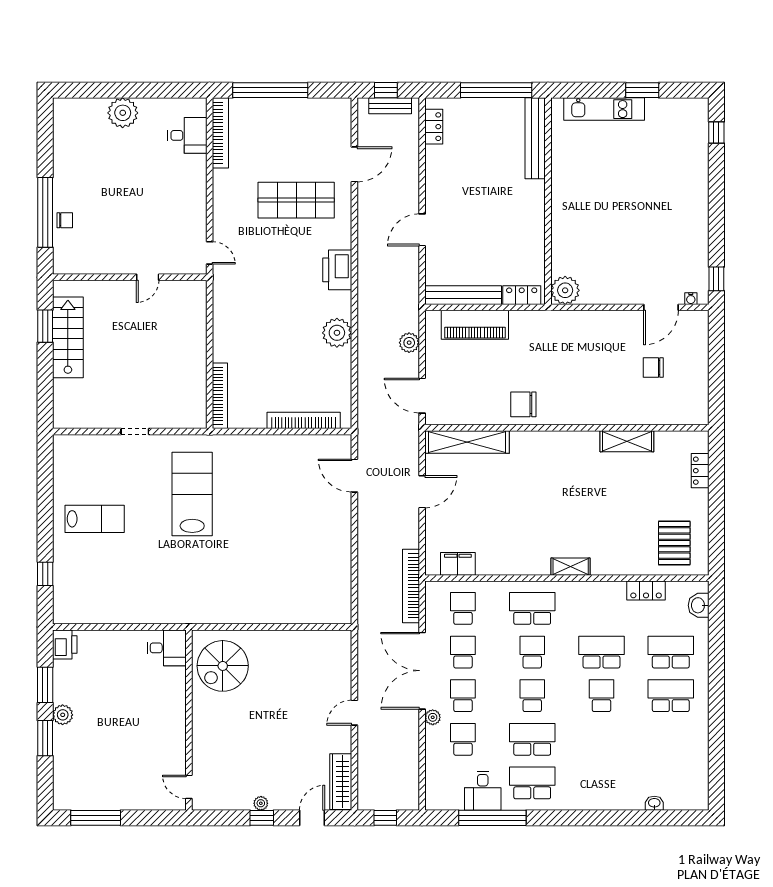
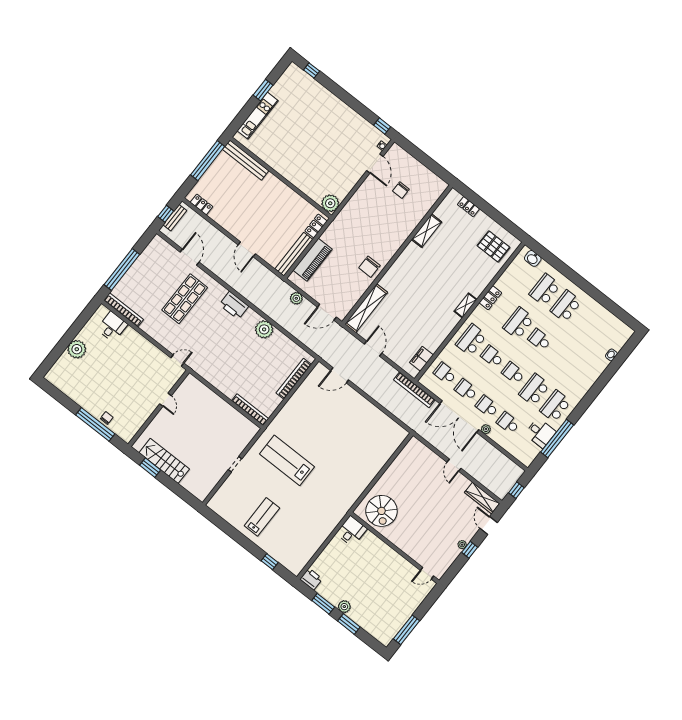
locker: (646, 591) -> (490, 298), moved

